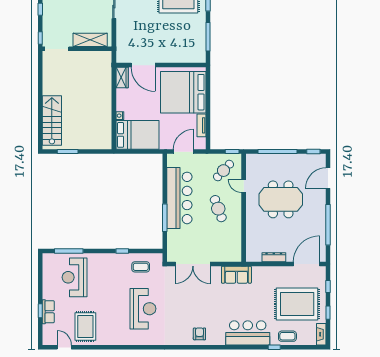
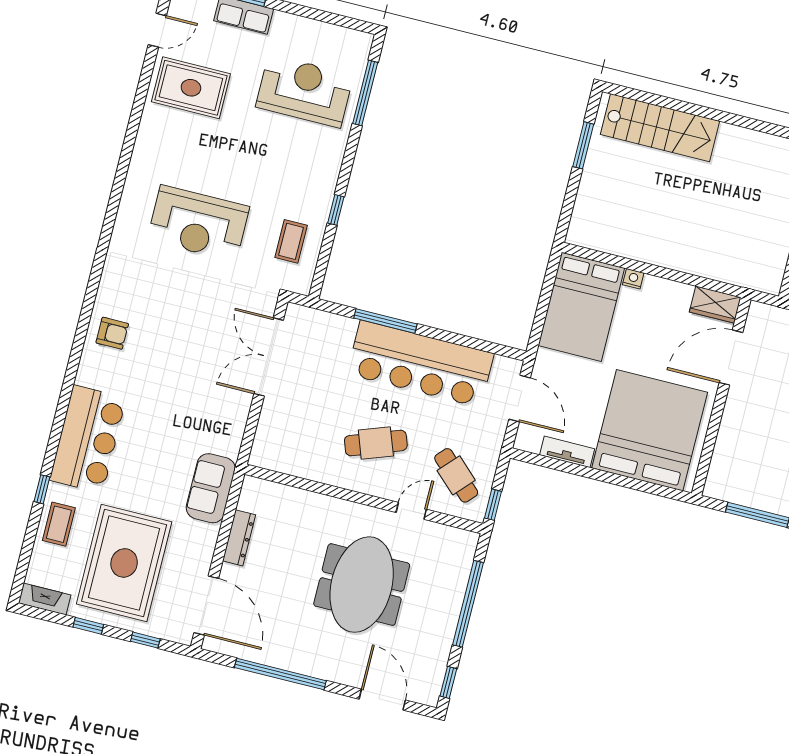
sofa: (236, 275) -> (211, 488), moved

